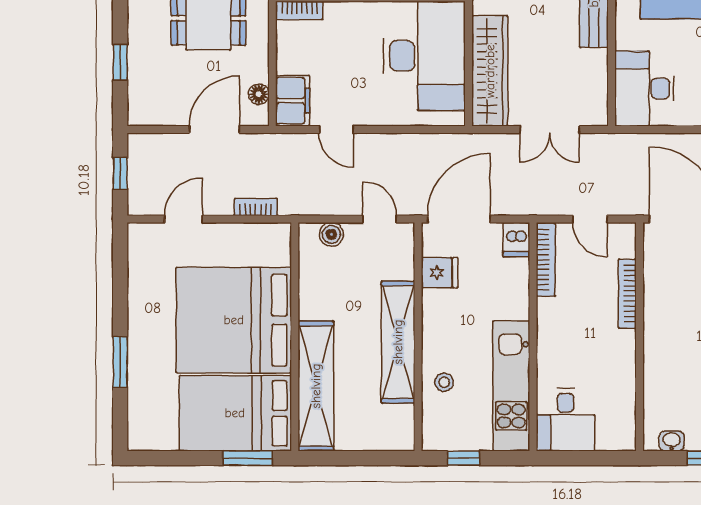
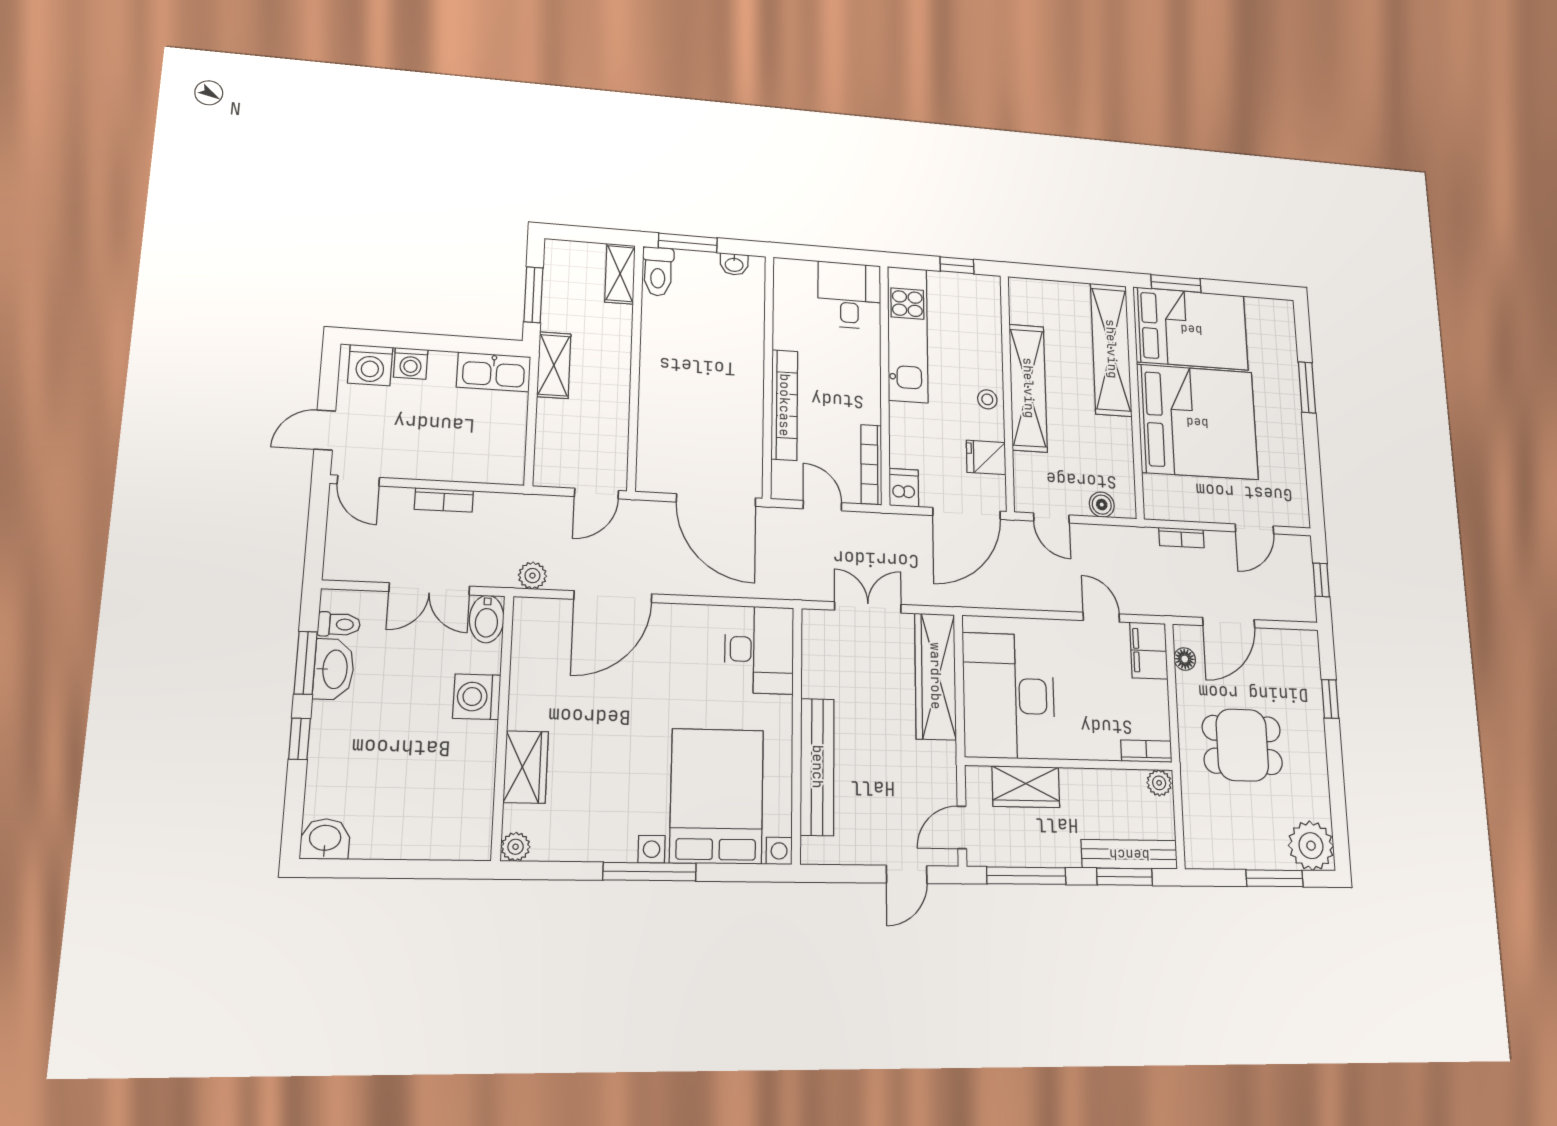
bookcase: (627, 294) -> (784, 405), width x1.48, depth x1.31
stool: (444, 382) -> (987, 399), moved

